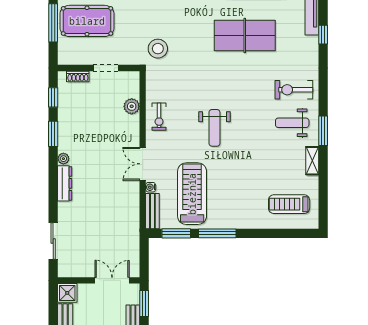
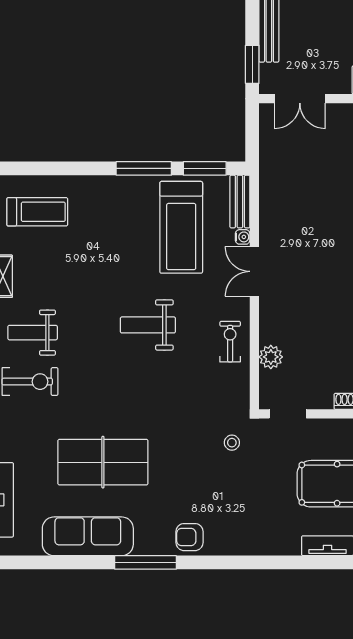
stool: (158, 49) -> (232, 443), width x0.53, depth x0.53
doorway: (106, 68) -> (288, 414), moved
weight bench: (292, 123) -> (33, 333), turned 180
weight bench: (214, 128) -> (148, 325), turned -90
double door: (143, 164) -> (254, 271), swing flipped

